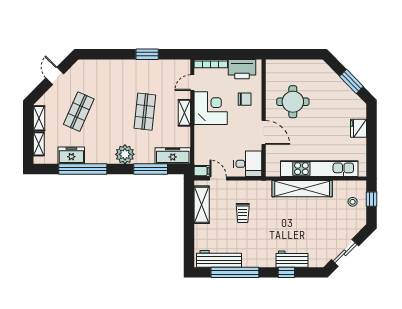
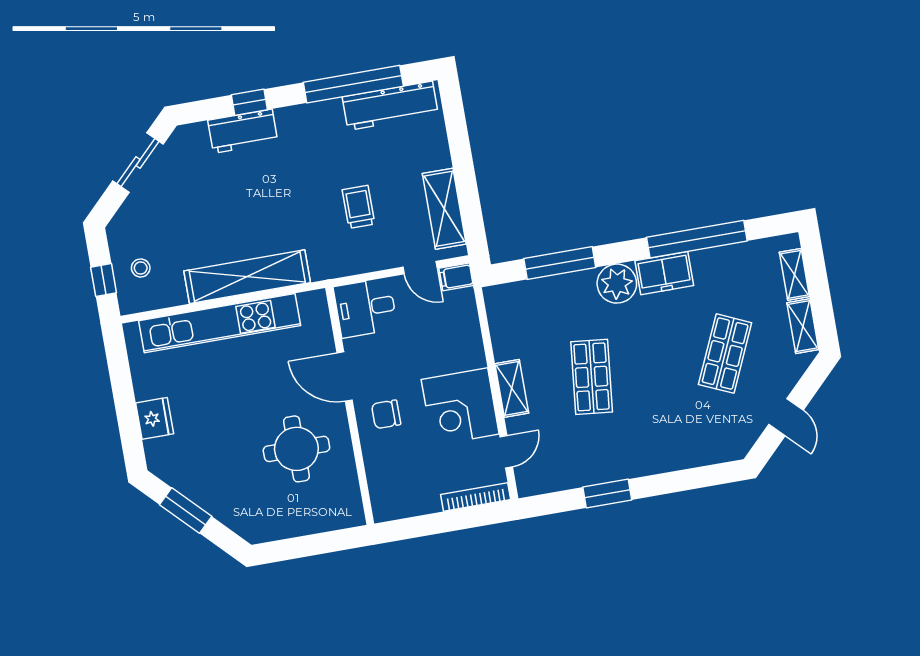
printer: (242, 69) -> (411, 497), removed
chair: (245, 99) -> (386, 414), moved
freezer: (71, 155) -> (664, 273), moved
freezer: (173, 156) -> (520, 298), removed

